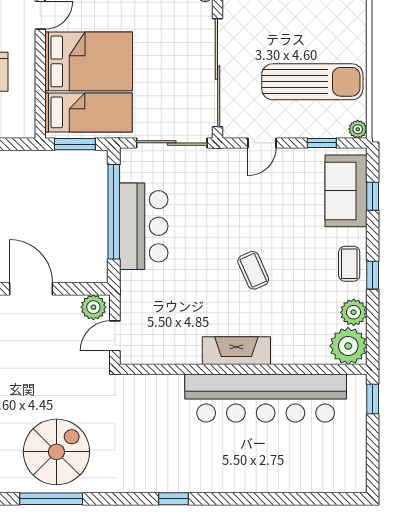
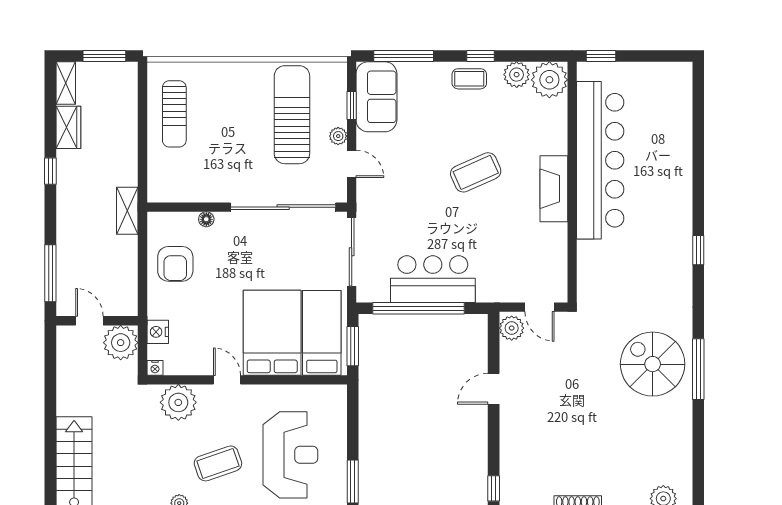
plant: (358, 129) -> (338, 136), moved
sofa: (346, 191) -> (376, 97), moved, turned -90
window: (373, 196) -> (404, 56), width x2.17
coffee table: (253, 270) -> (476, 172), width x1.36, depth x1.30
door: (31, 289) -> (494, 389), width x0.73

